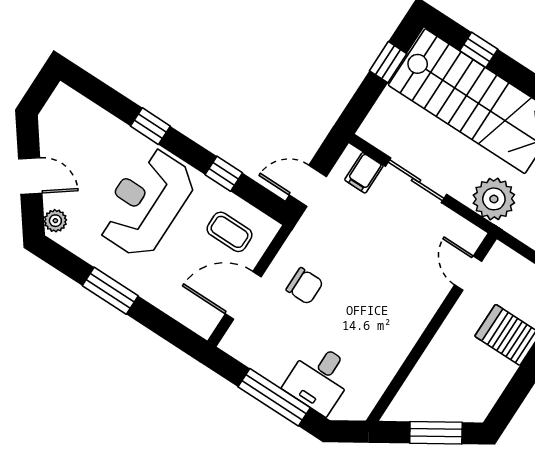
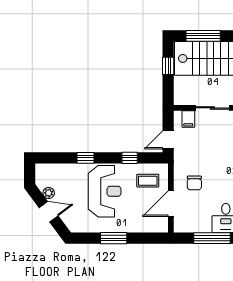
window: (479, 50) -> (203, 36), width x2.17
reception desk: (146, 203) -> (105, 191), turned 180
plant: (55, 221) -> (49, 193), moved
chair: (305, 286) -> (194, 183), turned 90

